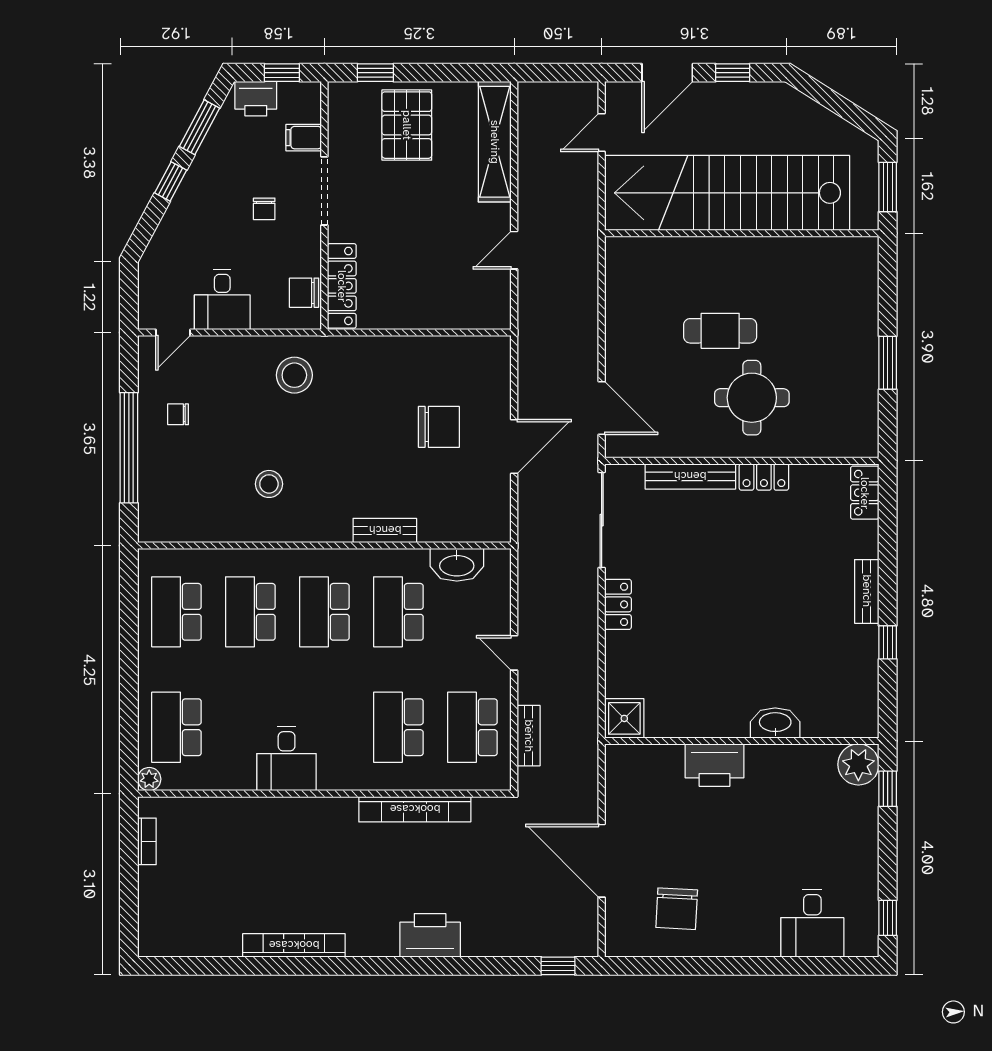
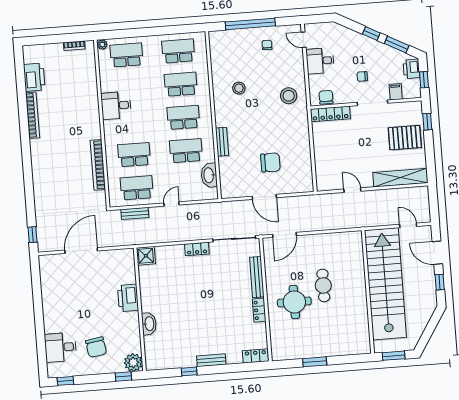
chair: (439, 427) -> (270, 162), turned -90
chair: (677, 909) -> (96, 347), moved, turned -102
printer: (430, 935) -> (34, 77), moved

